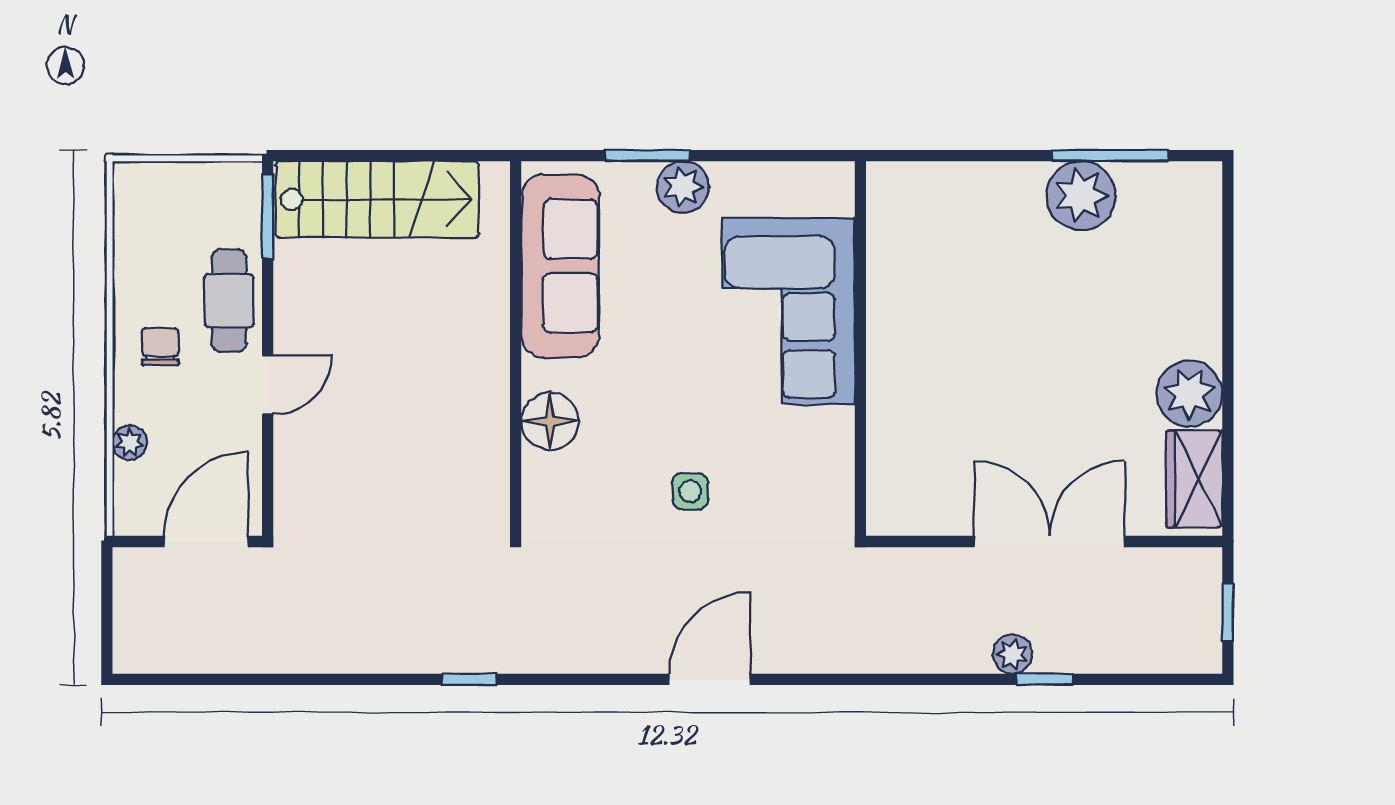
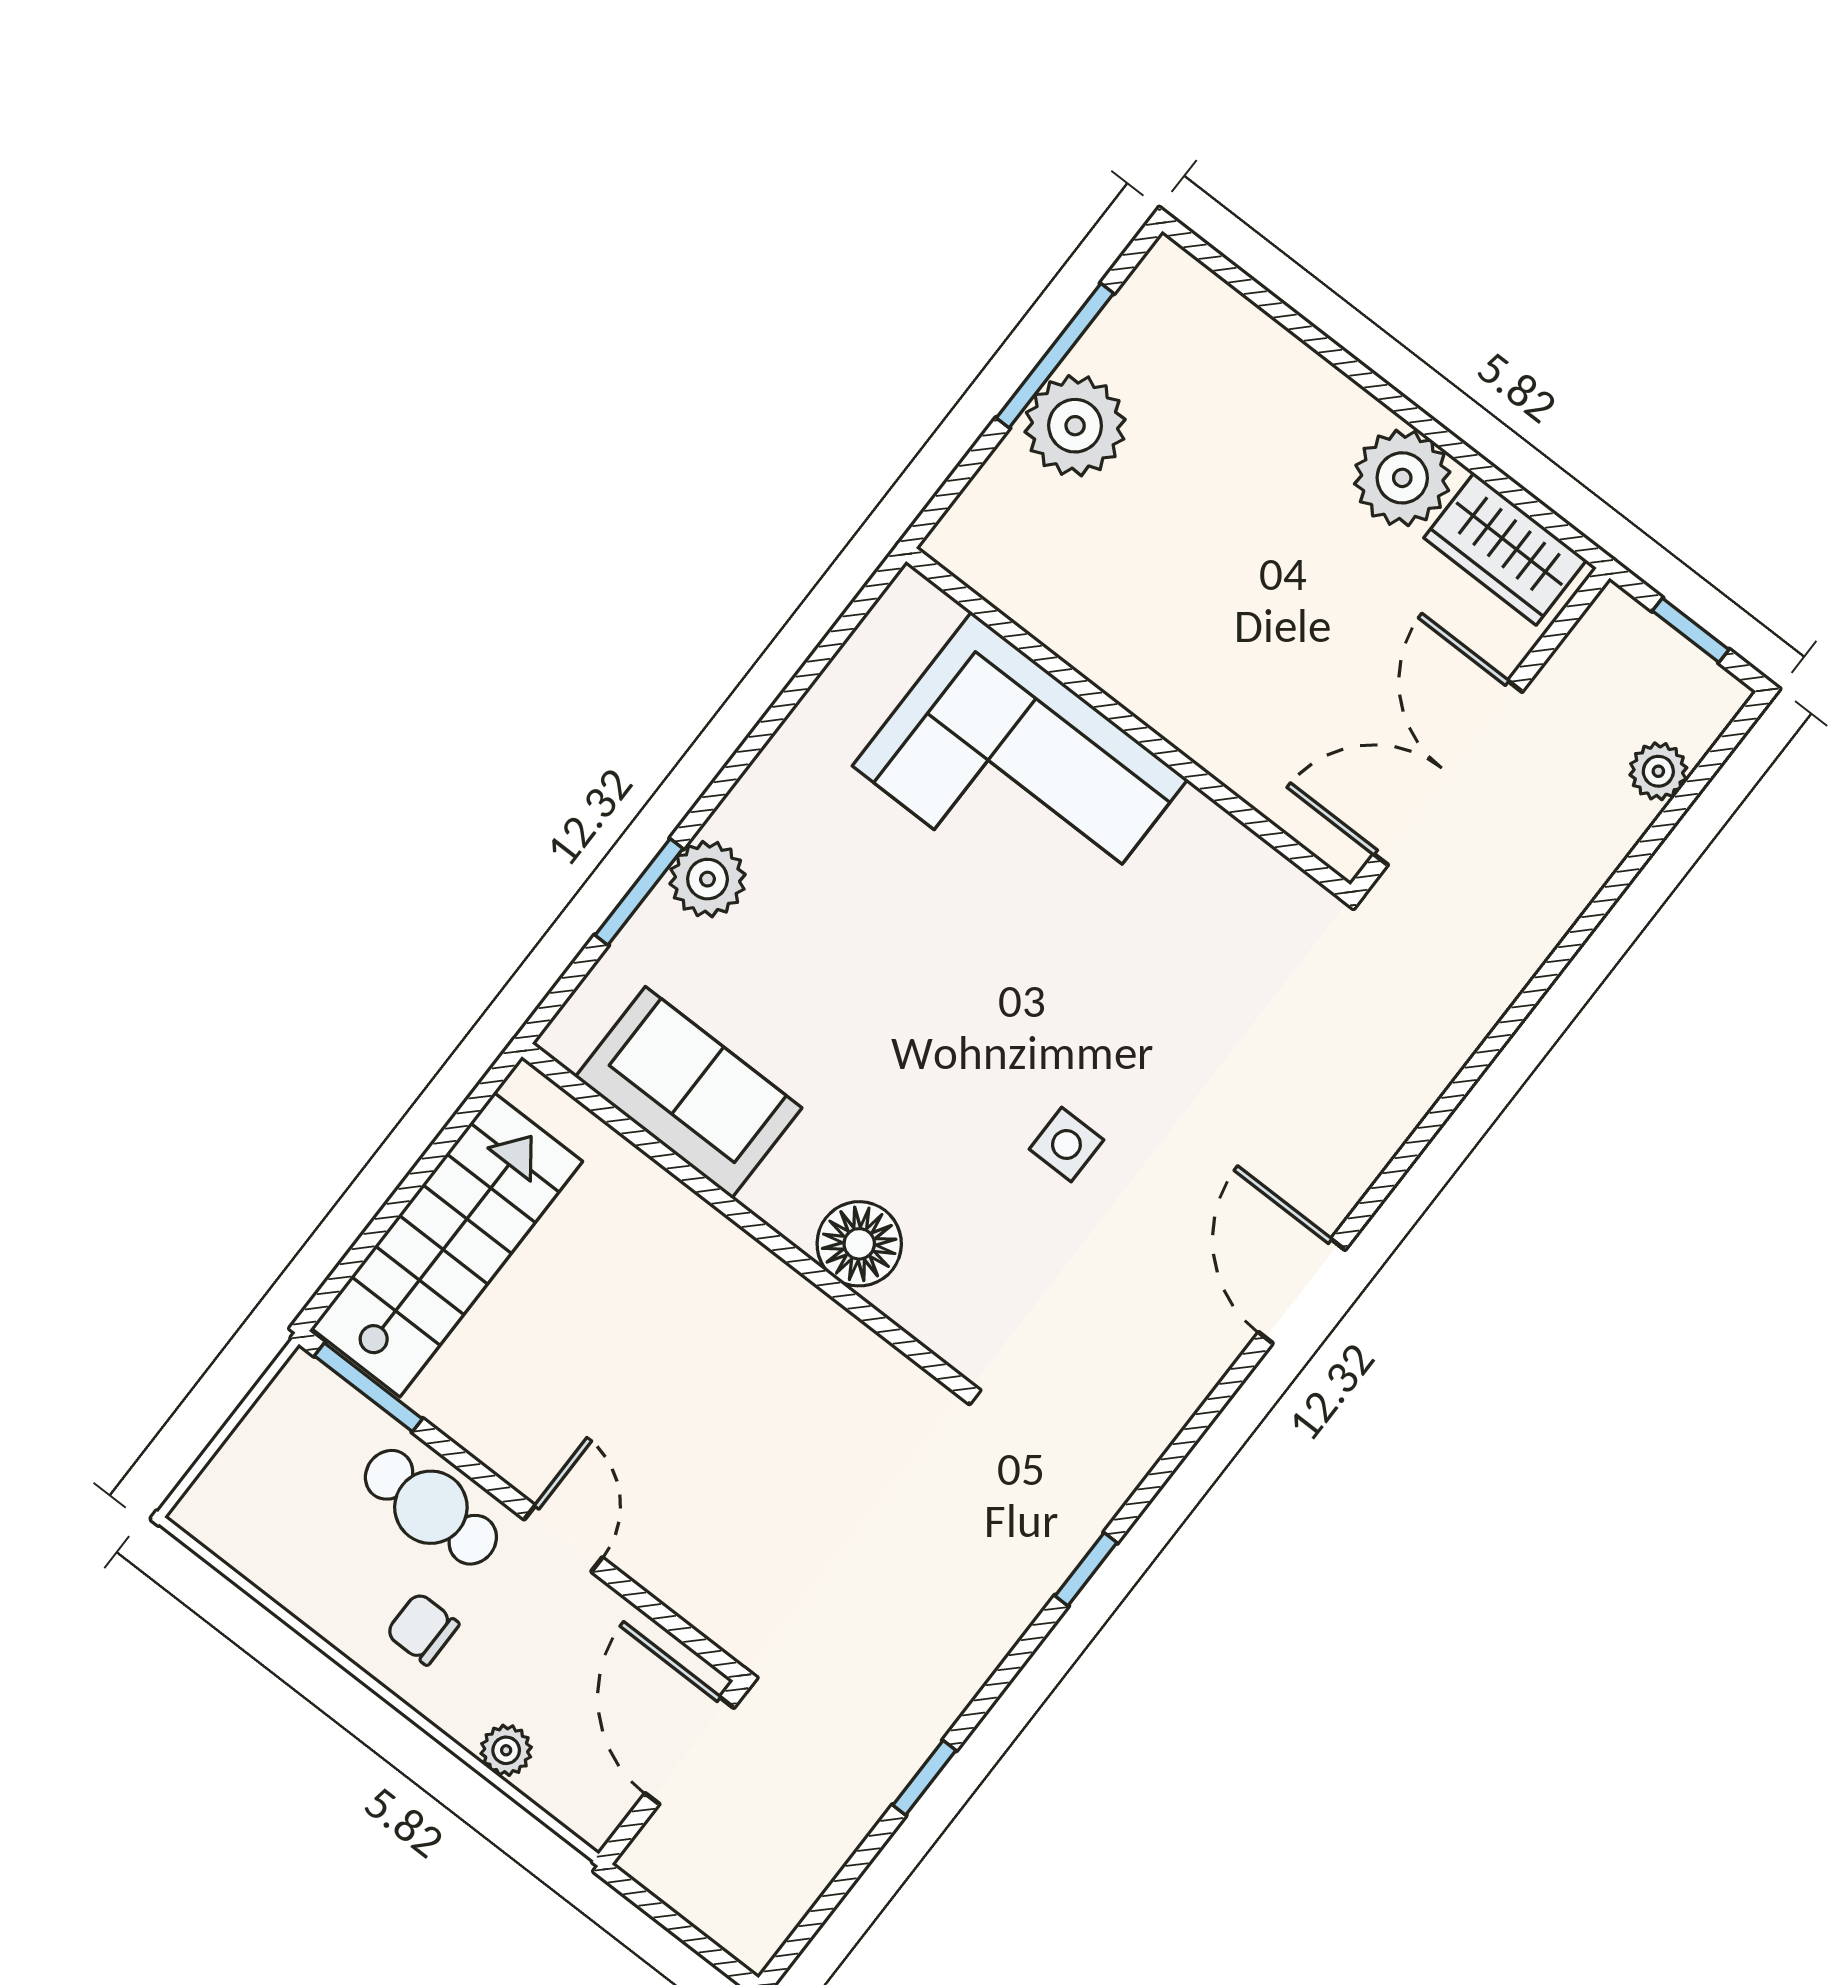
sofa: (560, 266) -> (689, 1092), width x0.73
corner sofa: (788, 311) -> (1020, 773), moved
wall: (860, 349) -> (1128, 723), moved
plant: (1013, 654) -> (1658, 771), moved
window: (1045, 679) -> (924, 1778), moved

